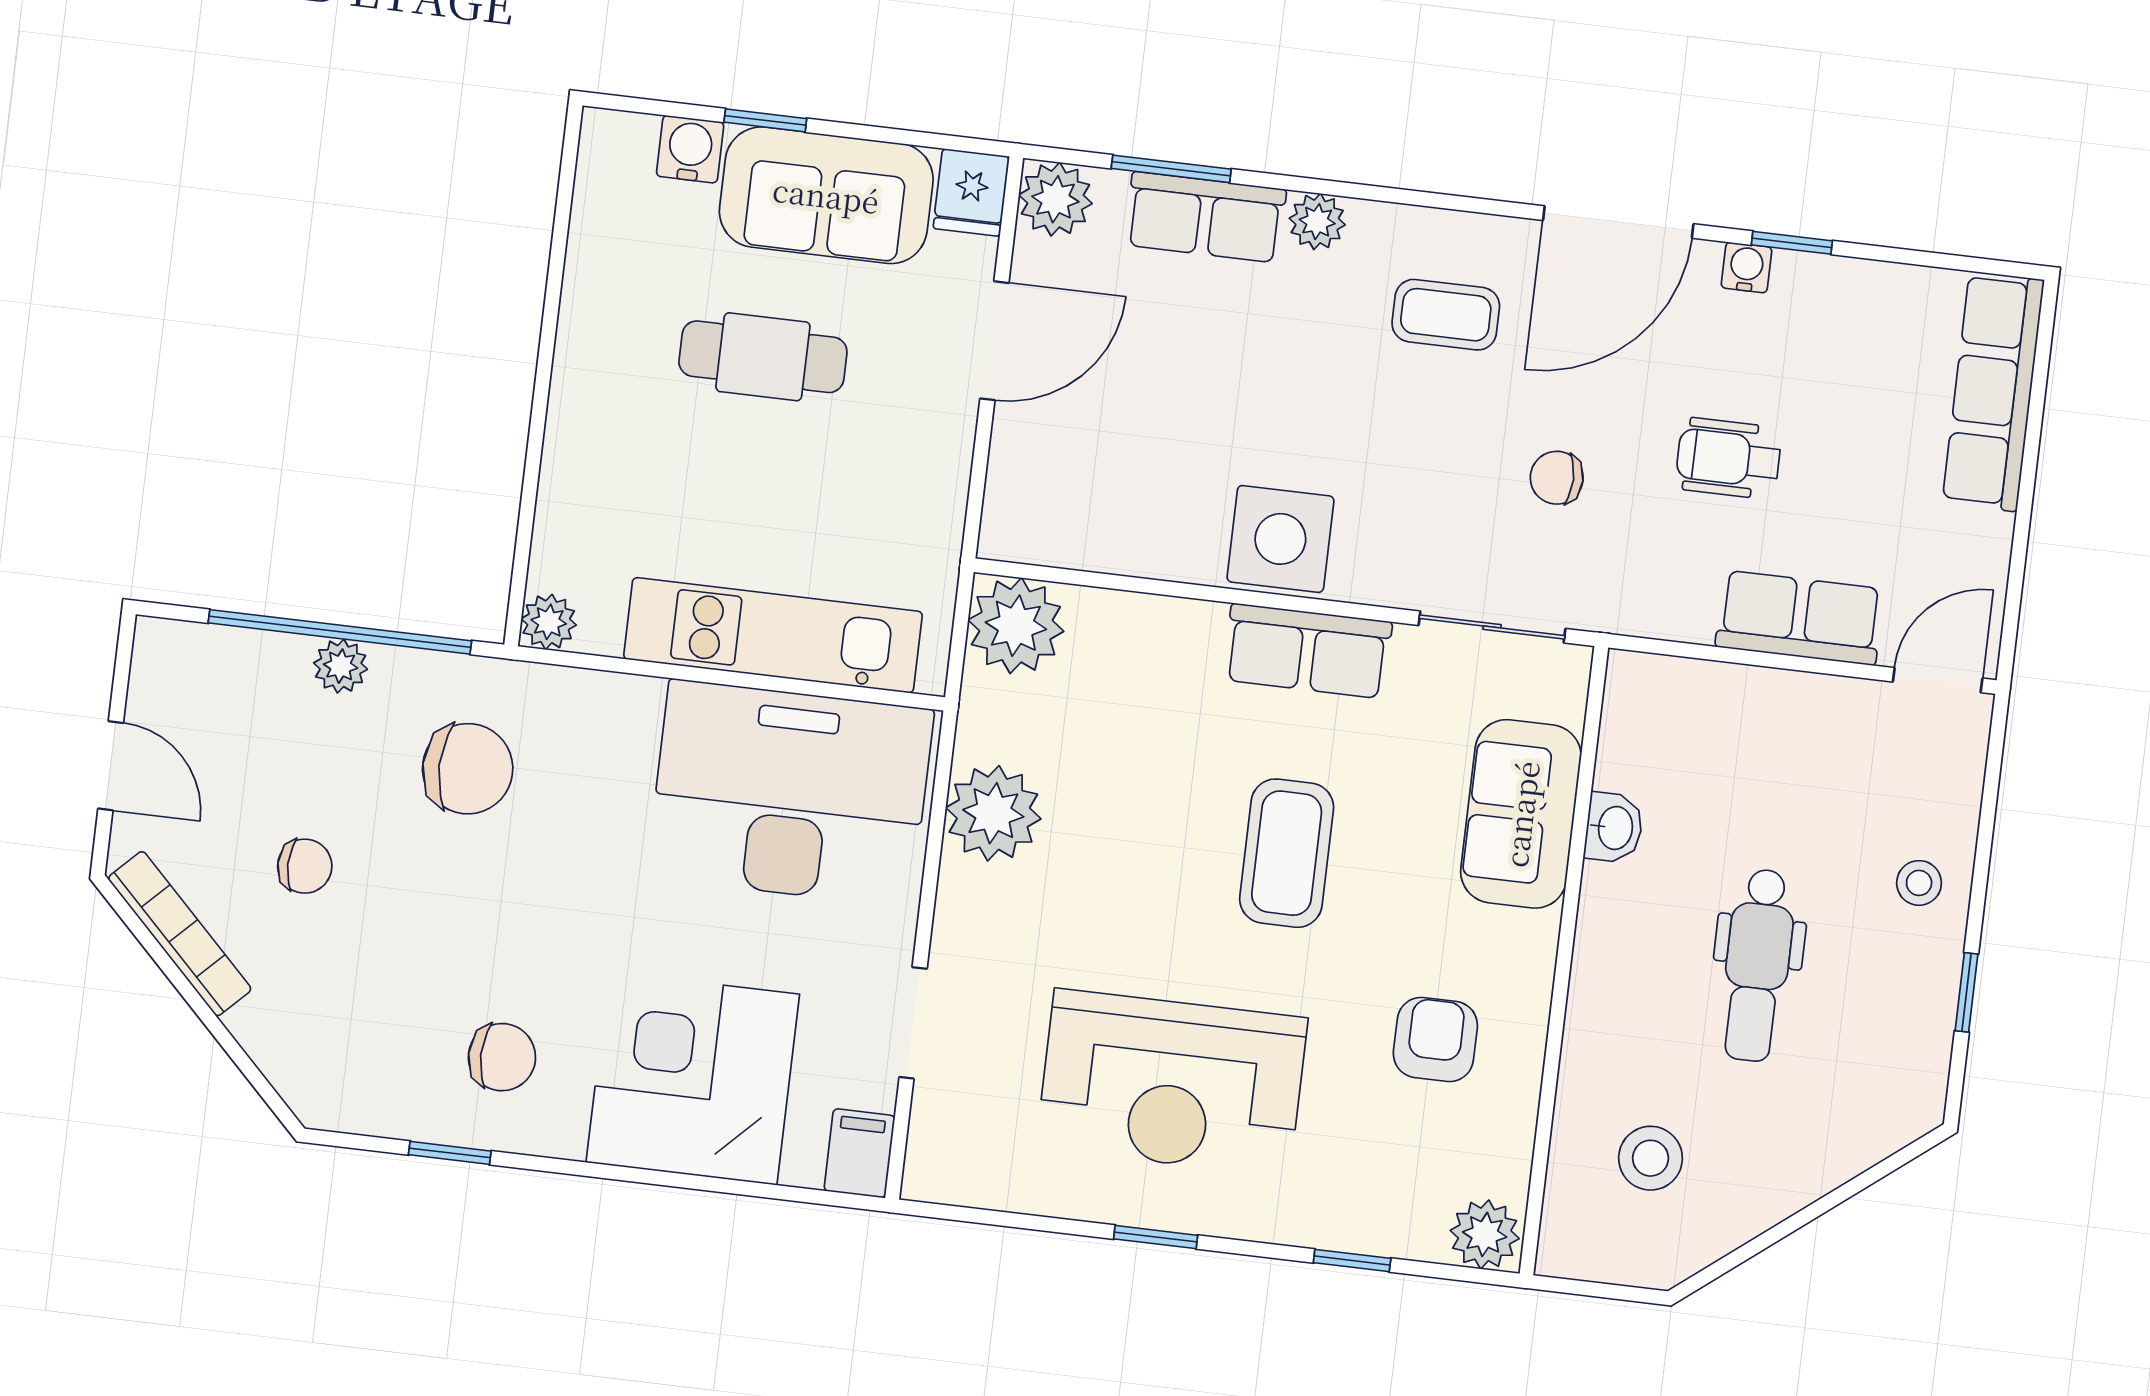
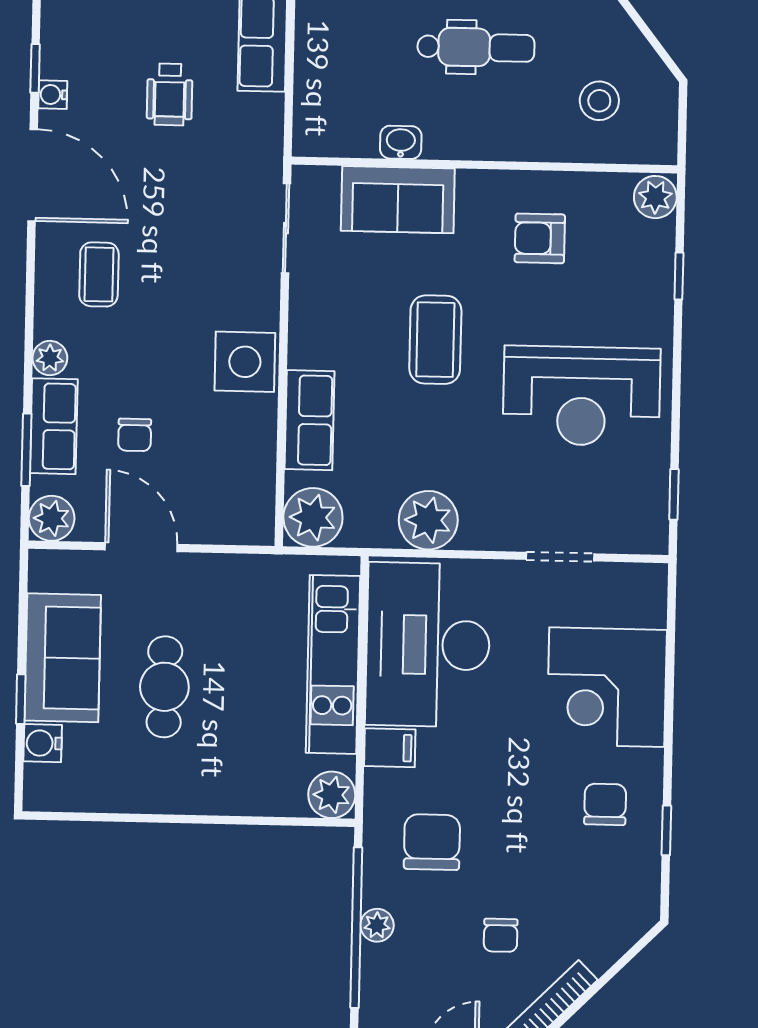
fridge: (971, 192) -> (52, 570), removed
chair: (1557, 478) -> (135, 435), moved
plant: (549, 622) -> (332, 795), width x1.38, depth x1.38
row of seats: (1308, 651) -> (309, 420), moved
coffee table: (1287, 853) -> (435, 340), turned 90
chair: (305, 866) -> (501, 935), turned 180
reception desk: (1172, 1083) -> (581, 396), turned 90
filing cabinet: (859, 1153) -> (390, 748), moved, turned 180
window: (1156, 1237) -> (674, 494), moved

